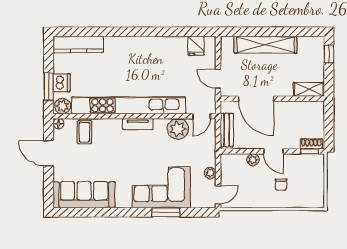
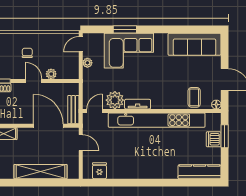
plant: (63, 106) -> (213, 119), removed
tv unit: (138, 124) -> (138, 104), moved
bench: (227, 130) -> (73, 110), moved

